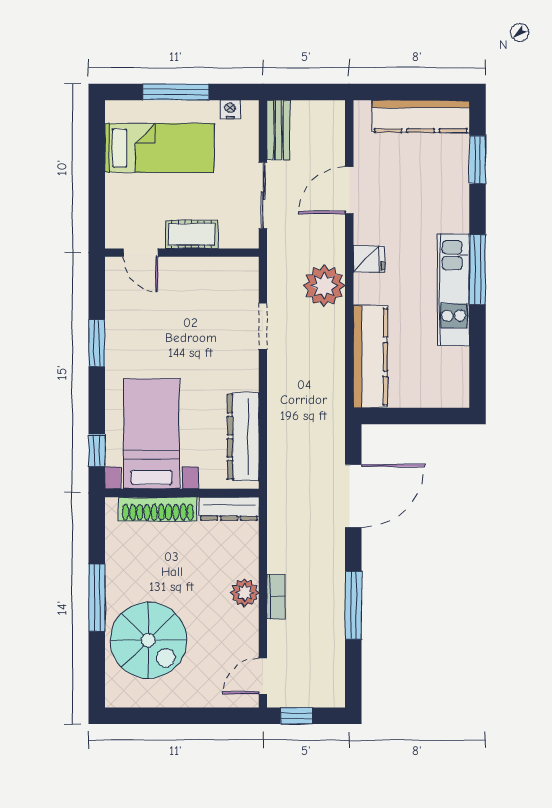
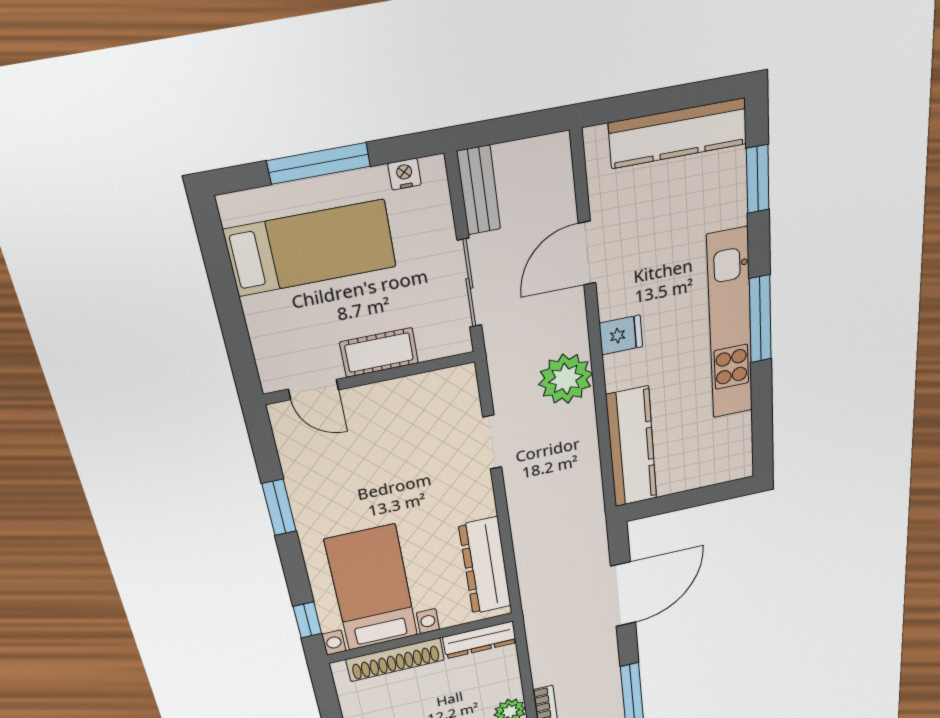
kitchen unit: (454, 290) -> (730, 325), width x1.36

